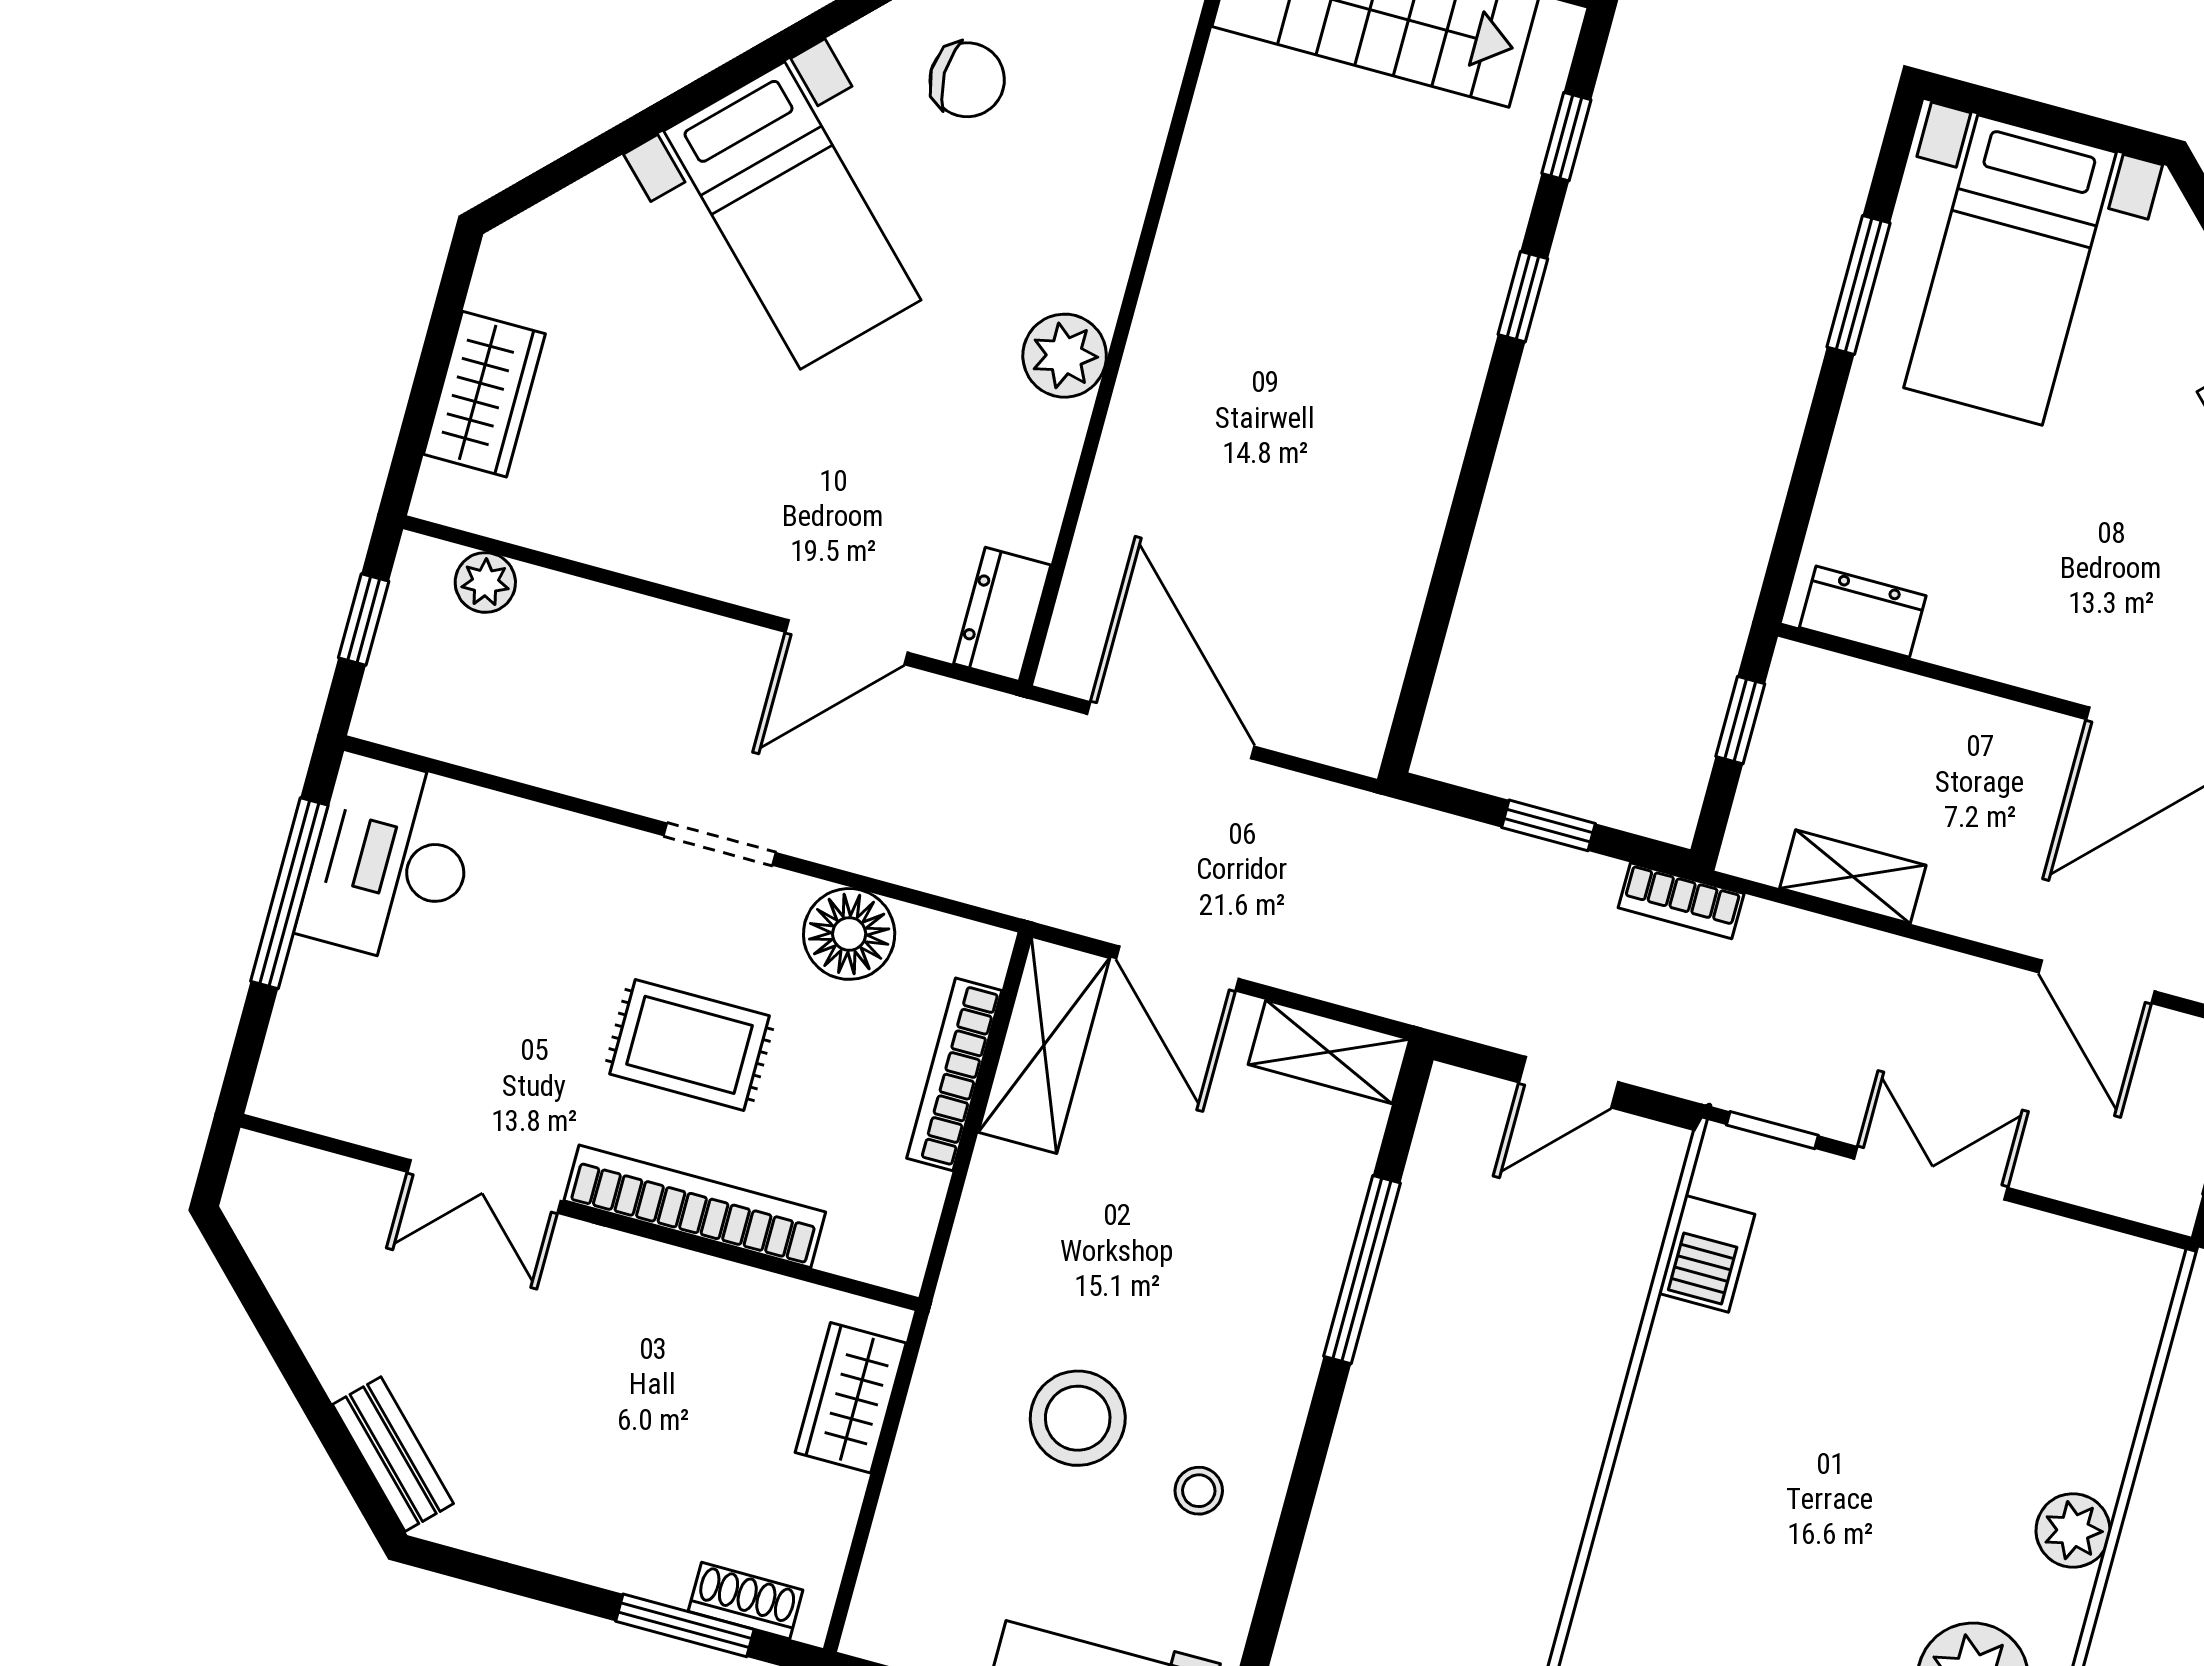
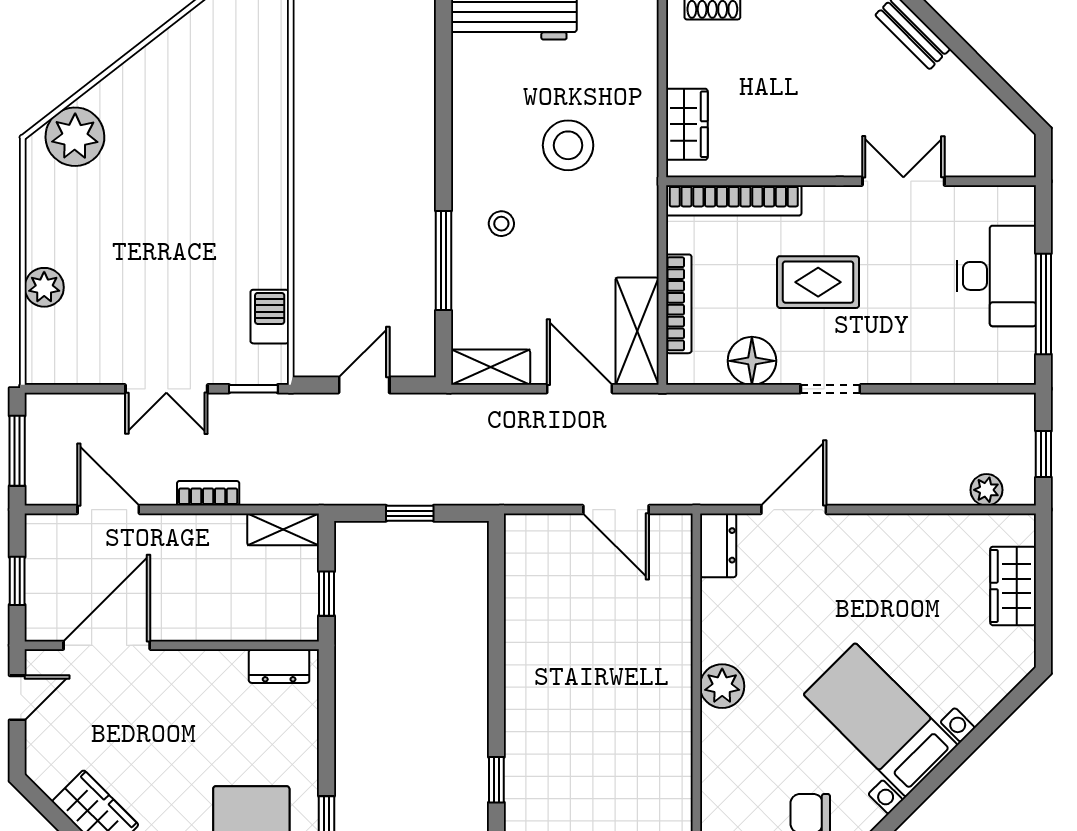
door: (1171, 730) -> (616, 510), width x0.73
desk: (390, 861) -> (996, 276), moved
shelving: (1853, 877) -> (283, 529), moved
bookcase: (1681, 901) -> (208, 493), moved
bookcase: (695, 1206) -> (734, 200), moved
stool: (1199, 1491) -> (501, 224), moved
plant: (2073, 1530) -> (44, 287), moved

